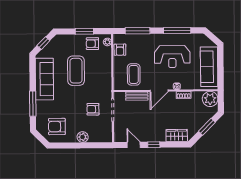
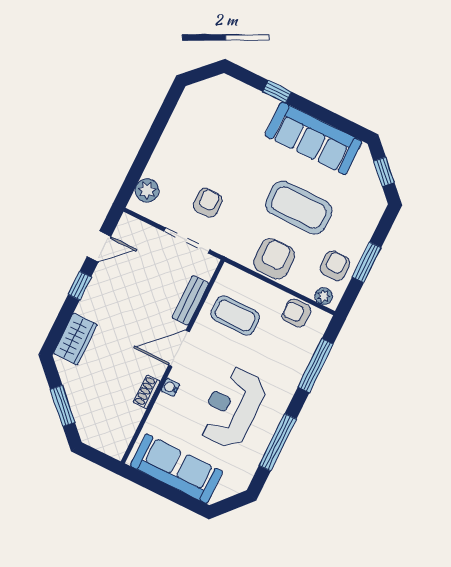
door: (159, 91) -> (179, 349), hinge flipped
plant: (210, 99) -> (113, 439), removed
window: (33, 104) -> (277, 92), width x0.46
armchair: (57, 127) -> (274, 259), moved
plant: (83, 137) -> (147, 190), moved

